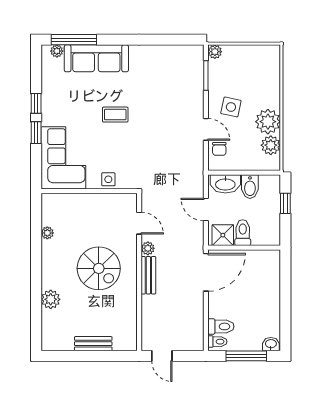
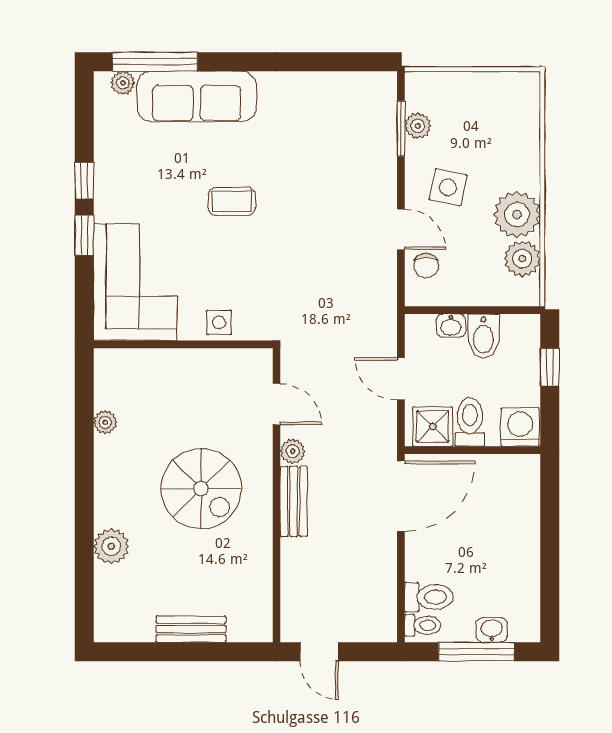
plant: (215, 52) -> (418, 126), moved
washbasin: (225, 184) -> (451, 326), width x0.52, depth x0.69
washing machine: (270, 235) -> (520, 427), added
washbasin: (271, 344) -> (492, 630), moved

